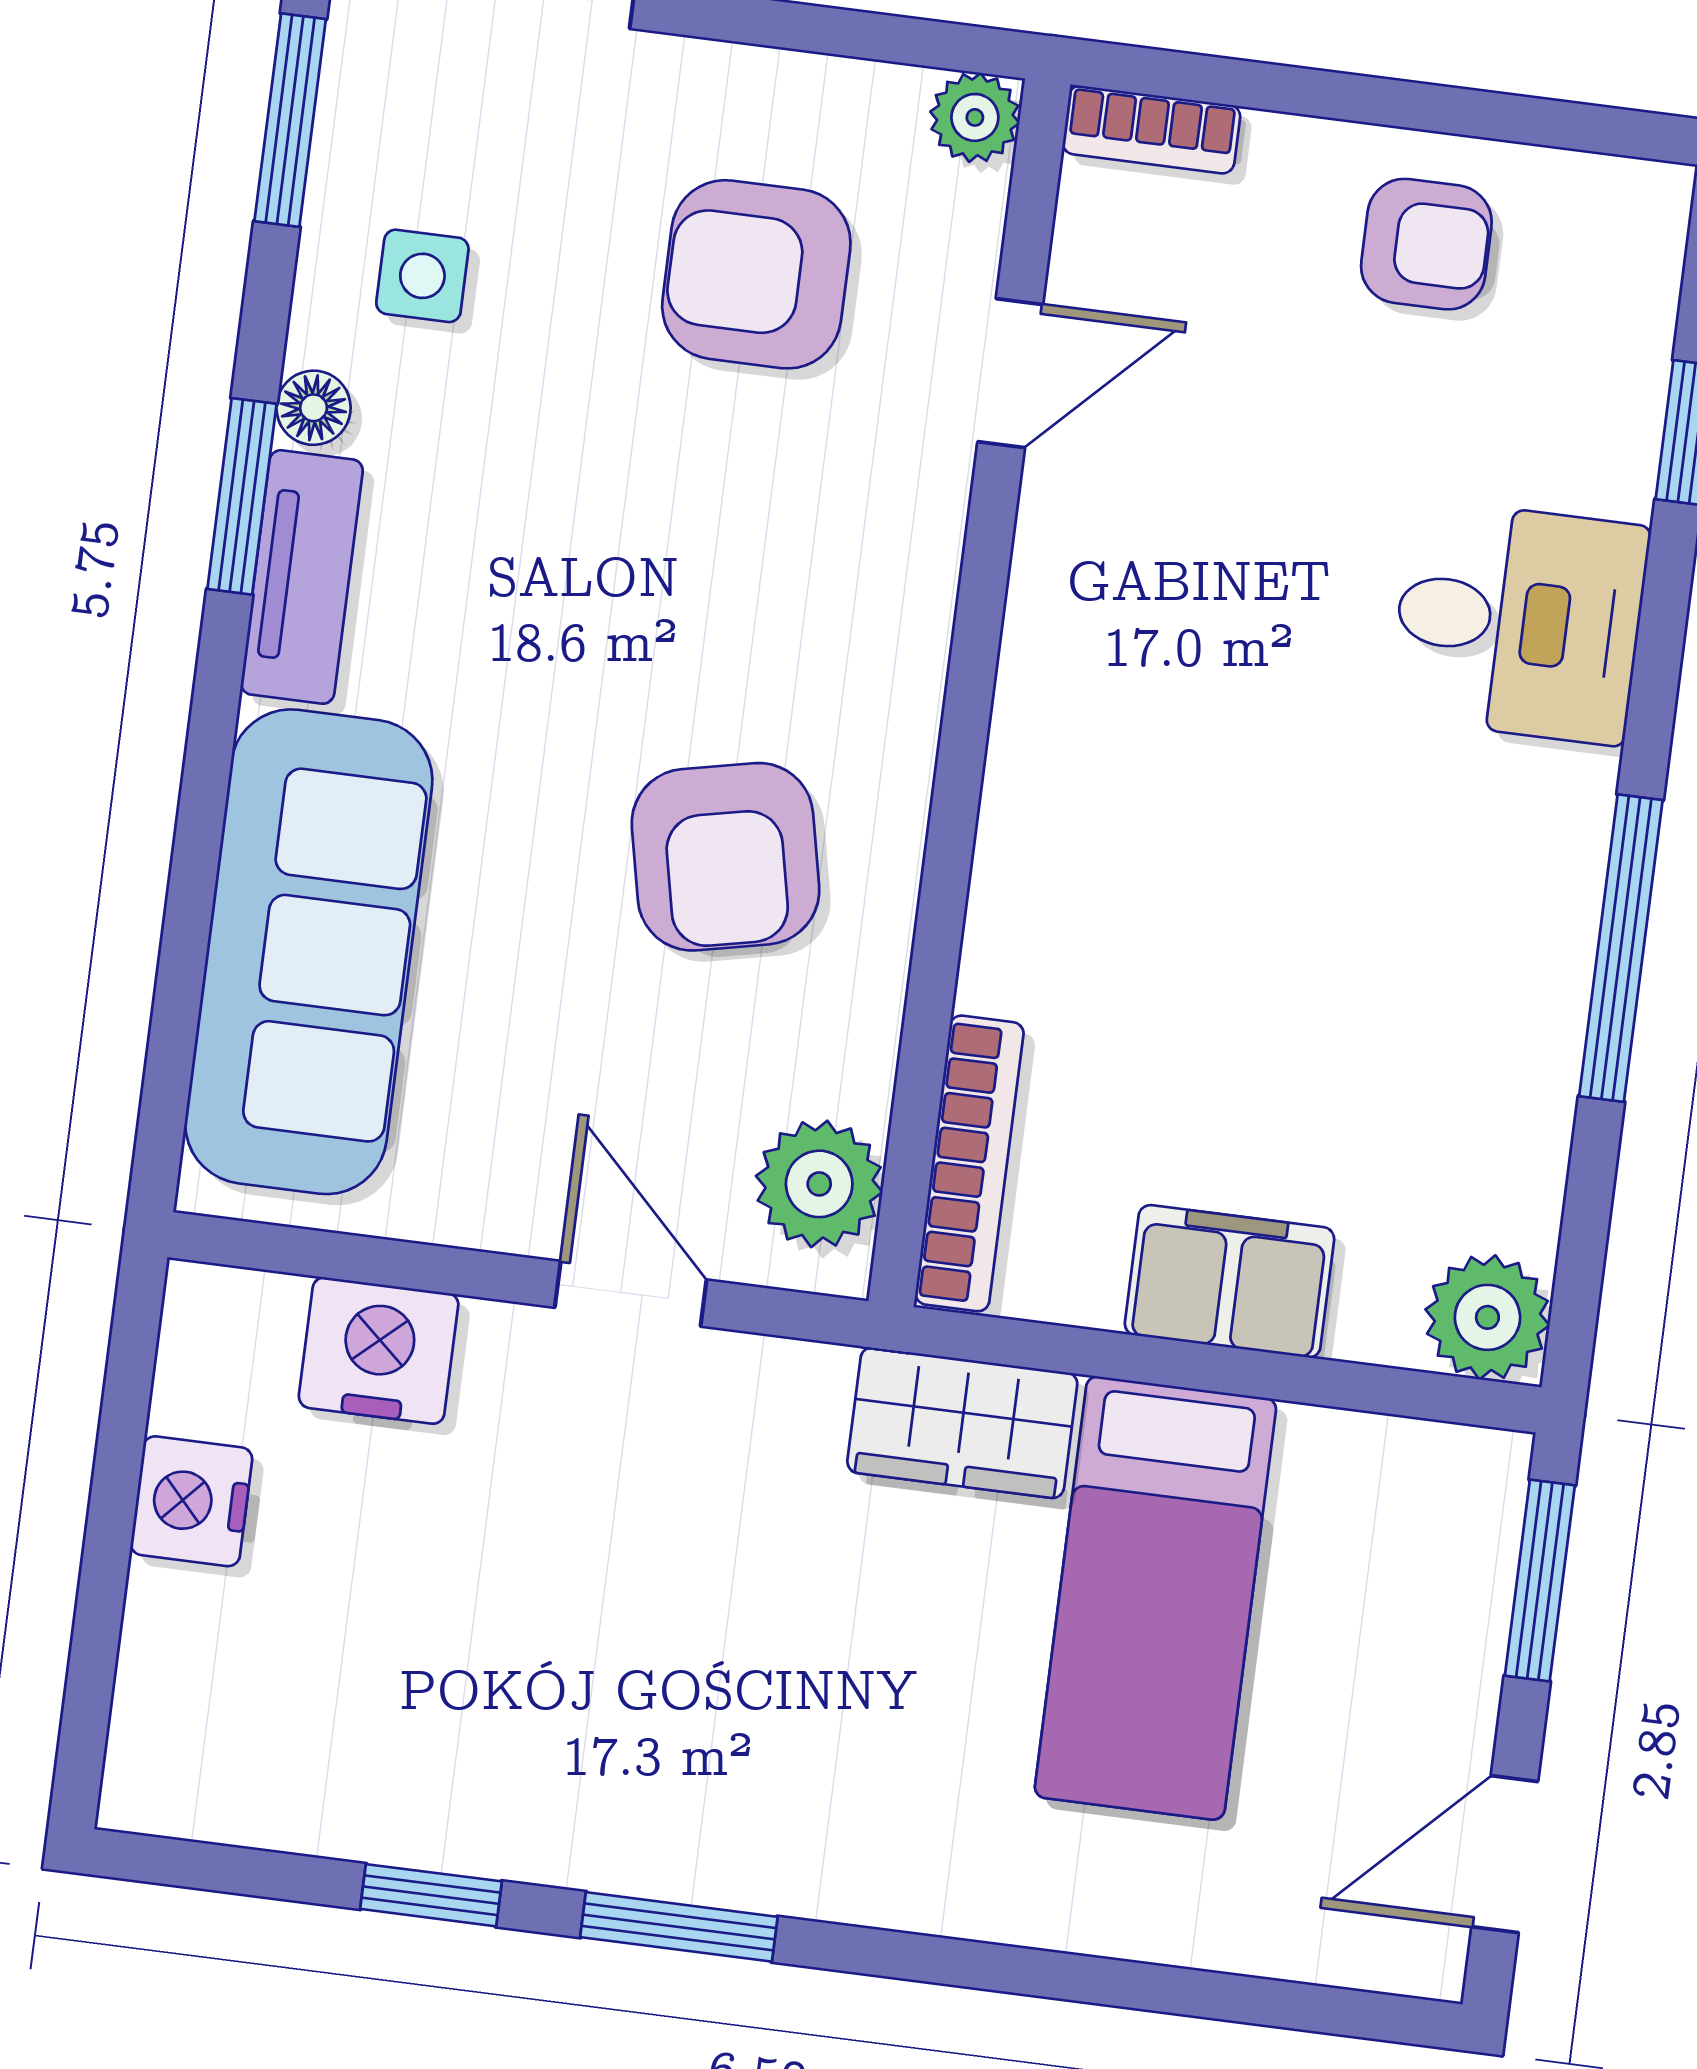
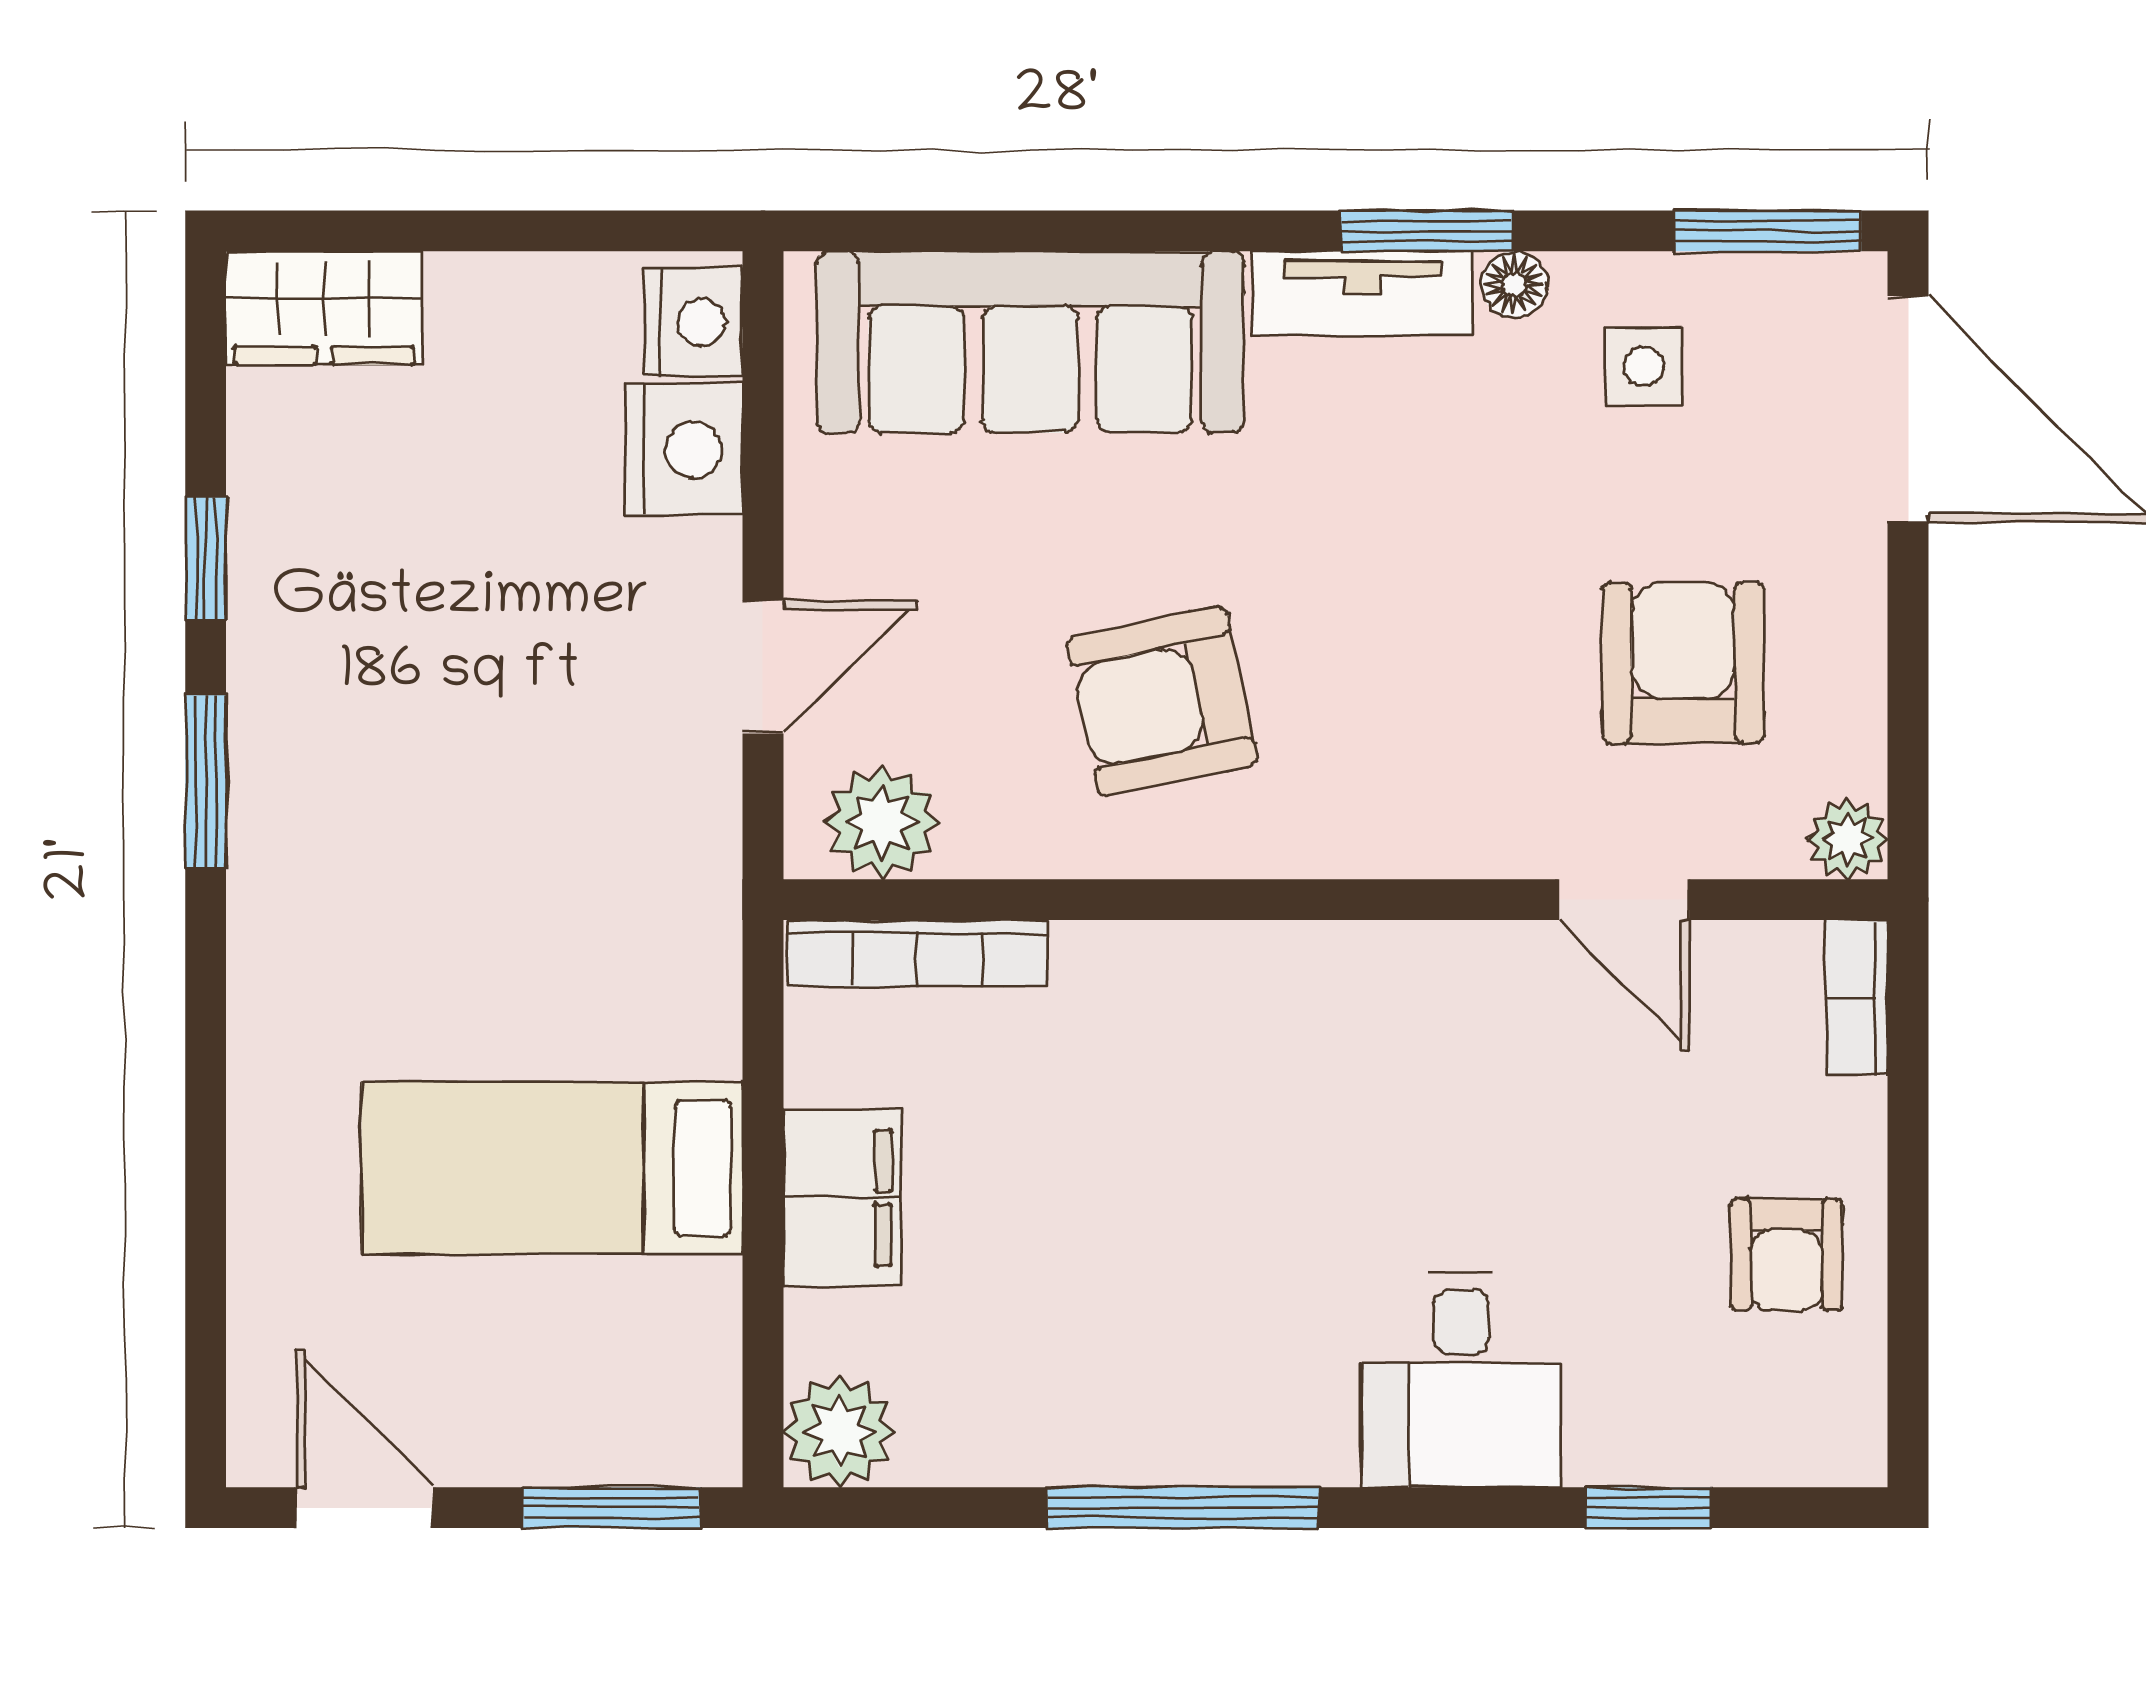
wardrobe: (962, 1423) -> (324, 308), moved, turned -90
nightstand: (191, 1501) -> (693, 322), moved, turned 90

